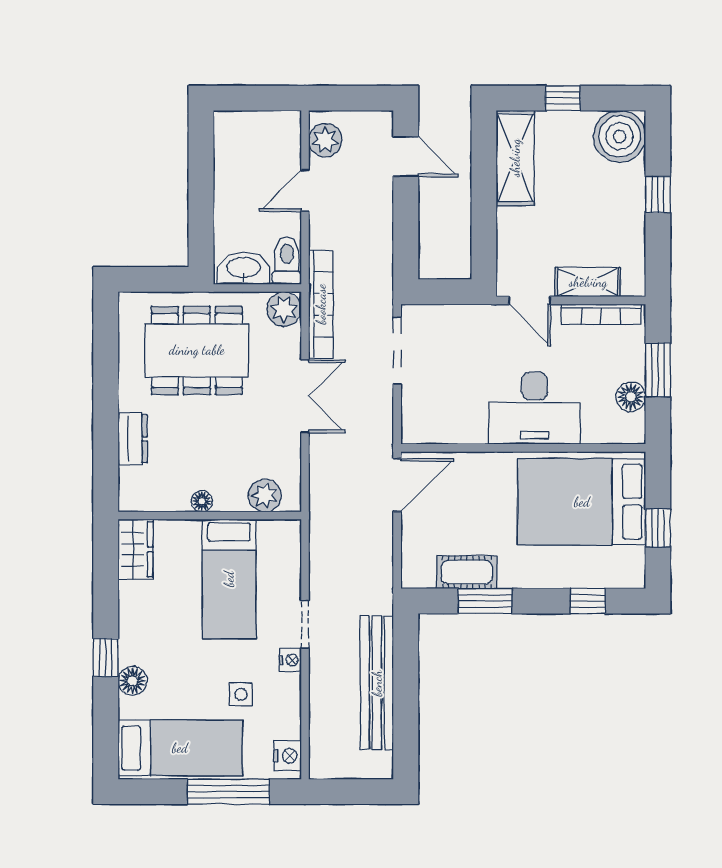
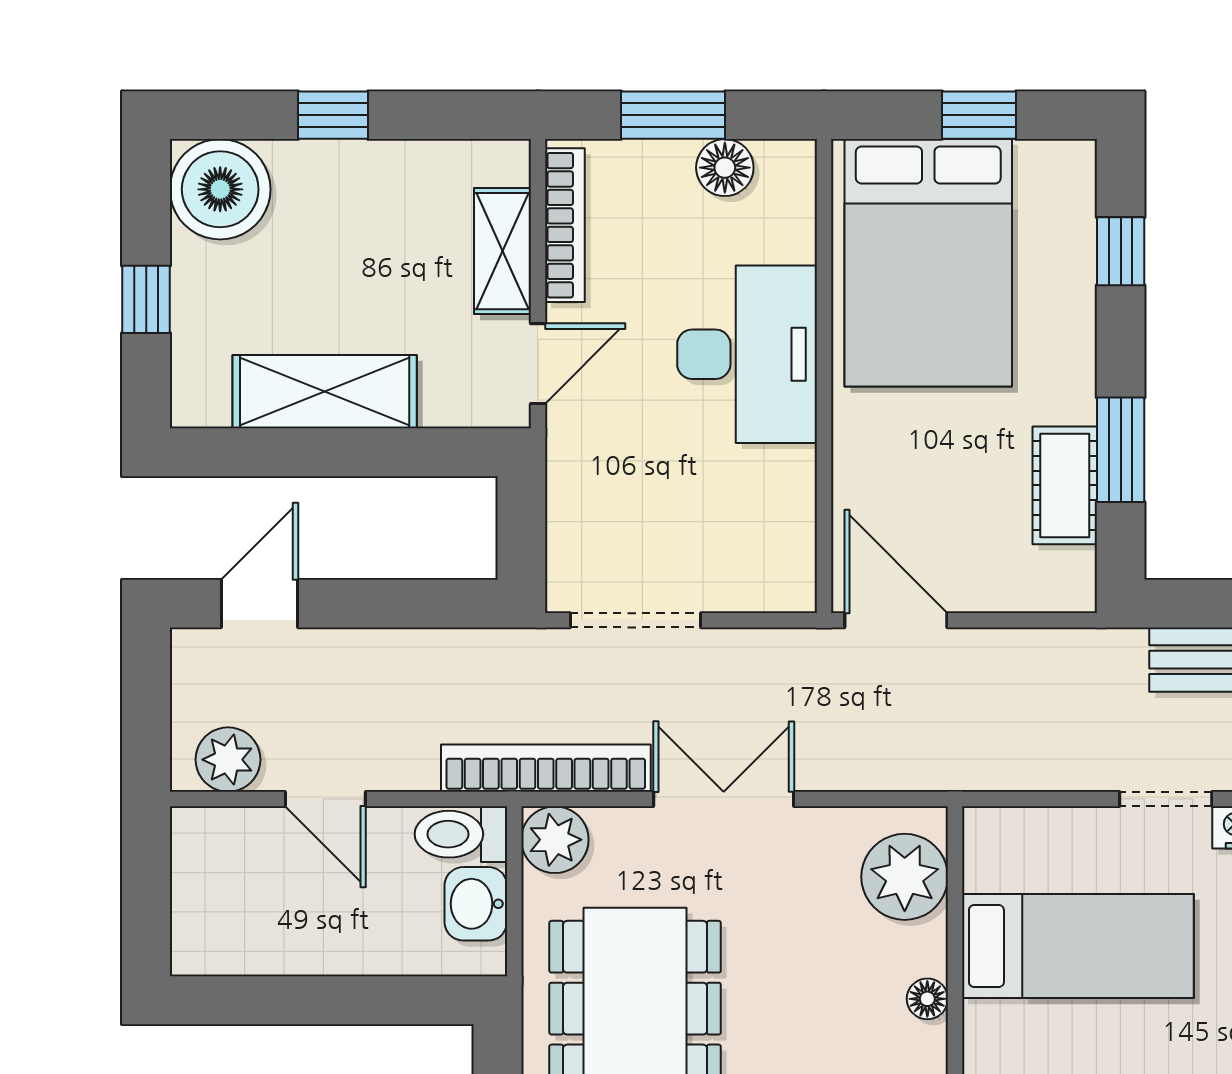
shelving: (515, 158) -> (325, 392), moved
washbasin: (244, 268) -> (476, 904), width x0.72
plant: (265, 496) -> (905, 877), width x1.36, depth x1.36

